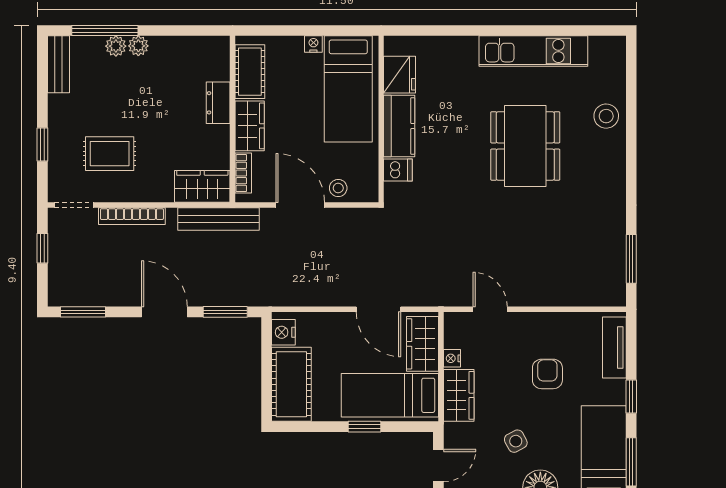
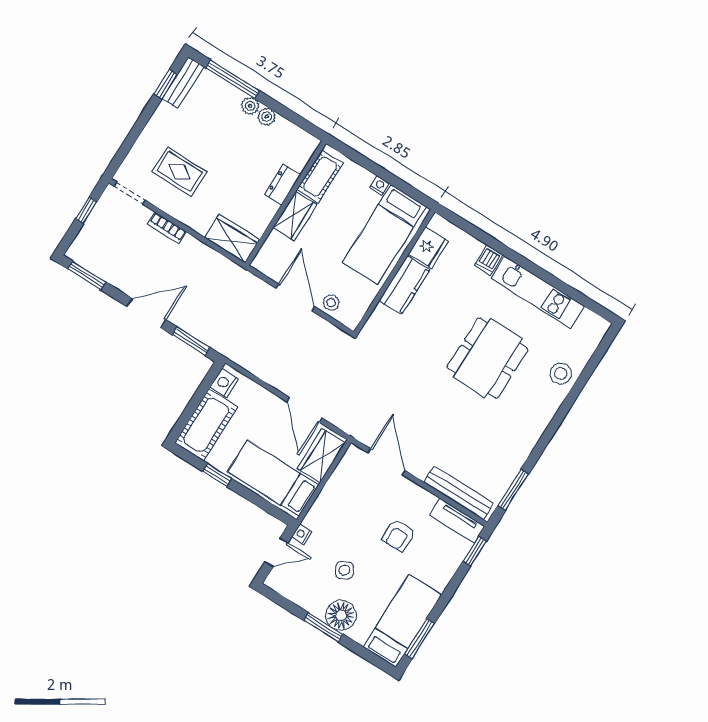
plant: (116, 46) -> (267, 117), moved
window: (42, 144) -> (166, 84), moved
dishwasher: (398, 170) -> (489, 260), moved, turned 90
bookcase: (243, 173) -> (268, 248), removed
bookcase: (132, 216) -> (167, 228), width x0.64
bench: (219, 219) -> (459, 493), moved
door: (490, 309) -> (386, 462), width x1.38
door: (164, 312) -> (146, 313), hinge flipped
tv unit: (614, 347) -> (457, 521), moved, turned -90
nightstand: (452, 358) -> (302, 534), moved
armchair: (547, 374) -> (399, 535), turned 180
wardrobe: (459, 395) -> (324, 510), removed
window: (631, 397) -> (475, 551), moved
window: (364, 427) -> (217, 475), moved

